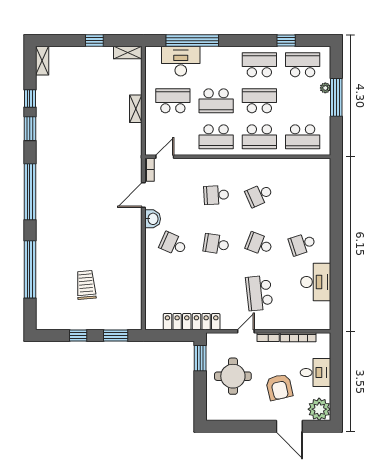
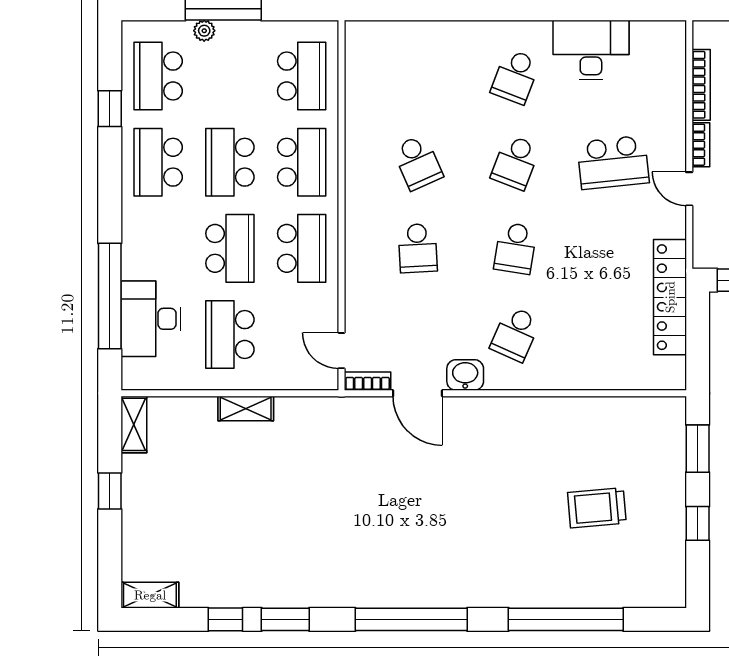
school desk: (302, 244) -> (515, 77), turned 39

